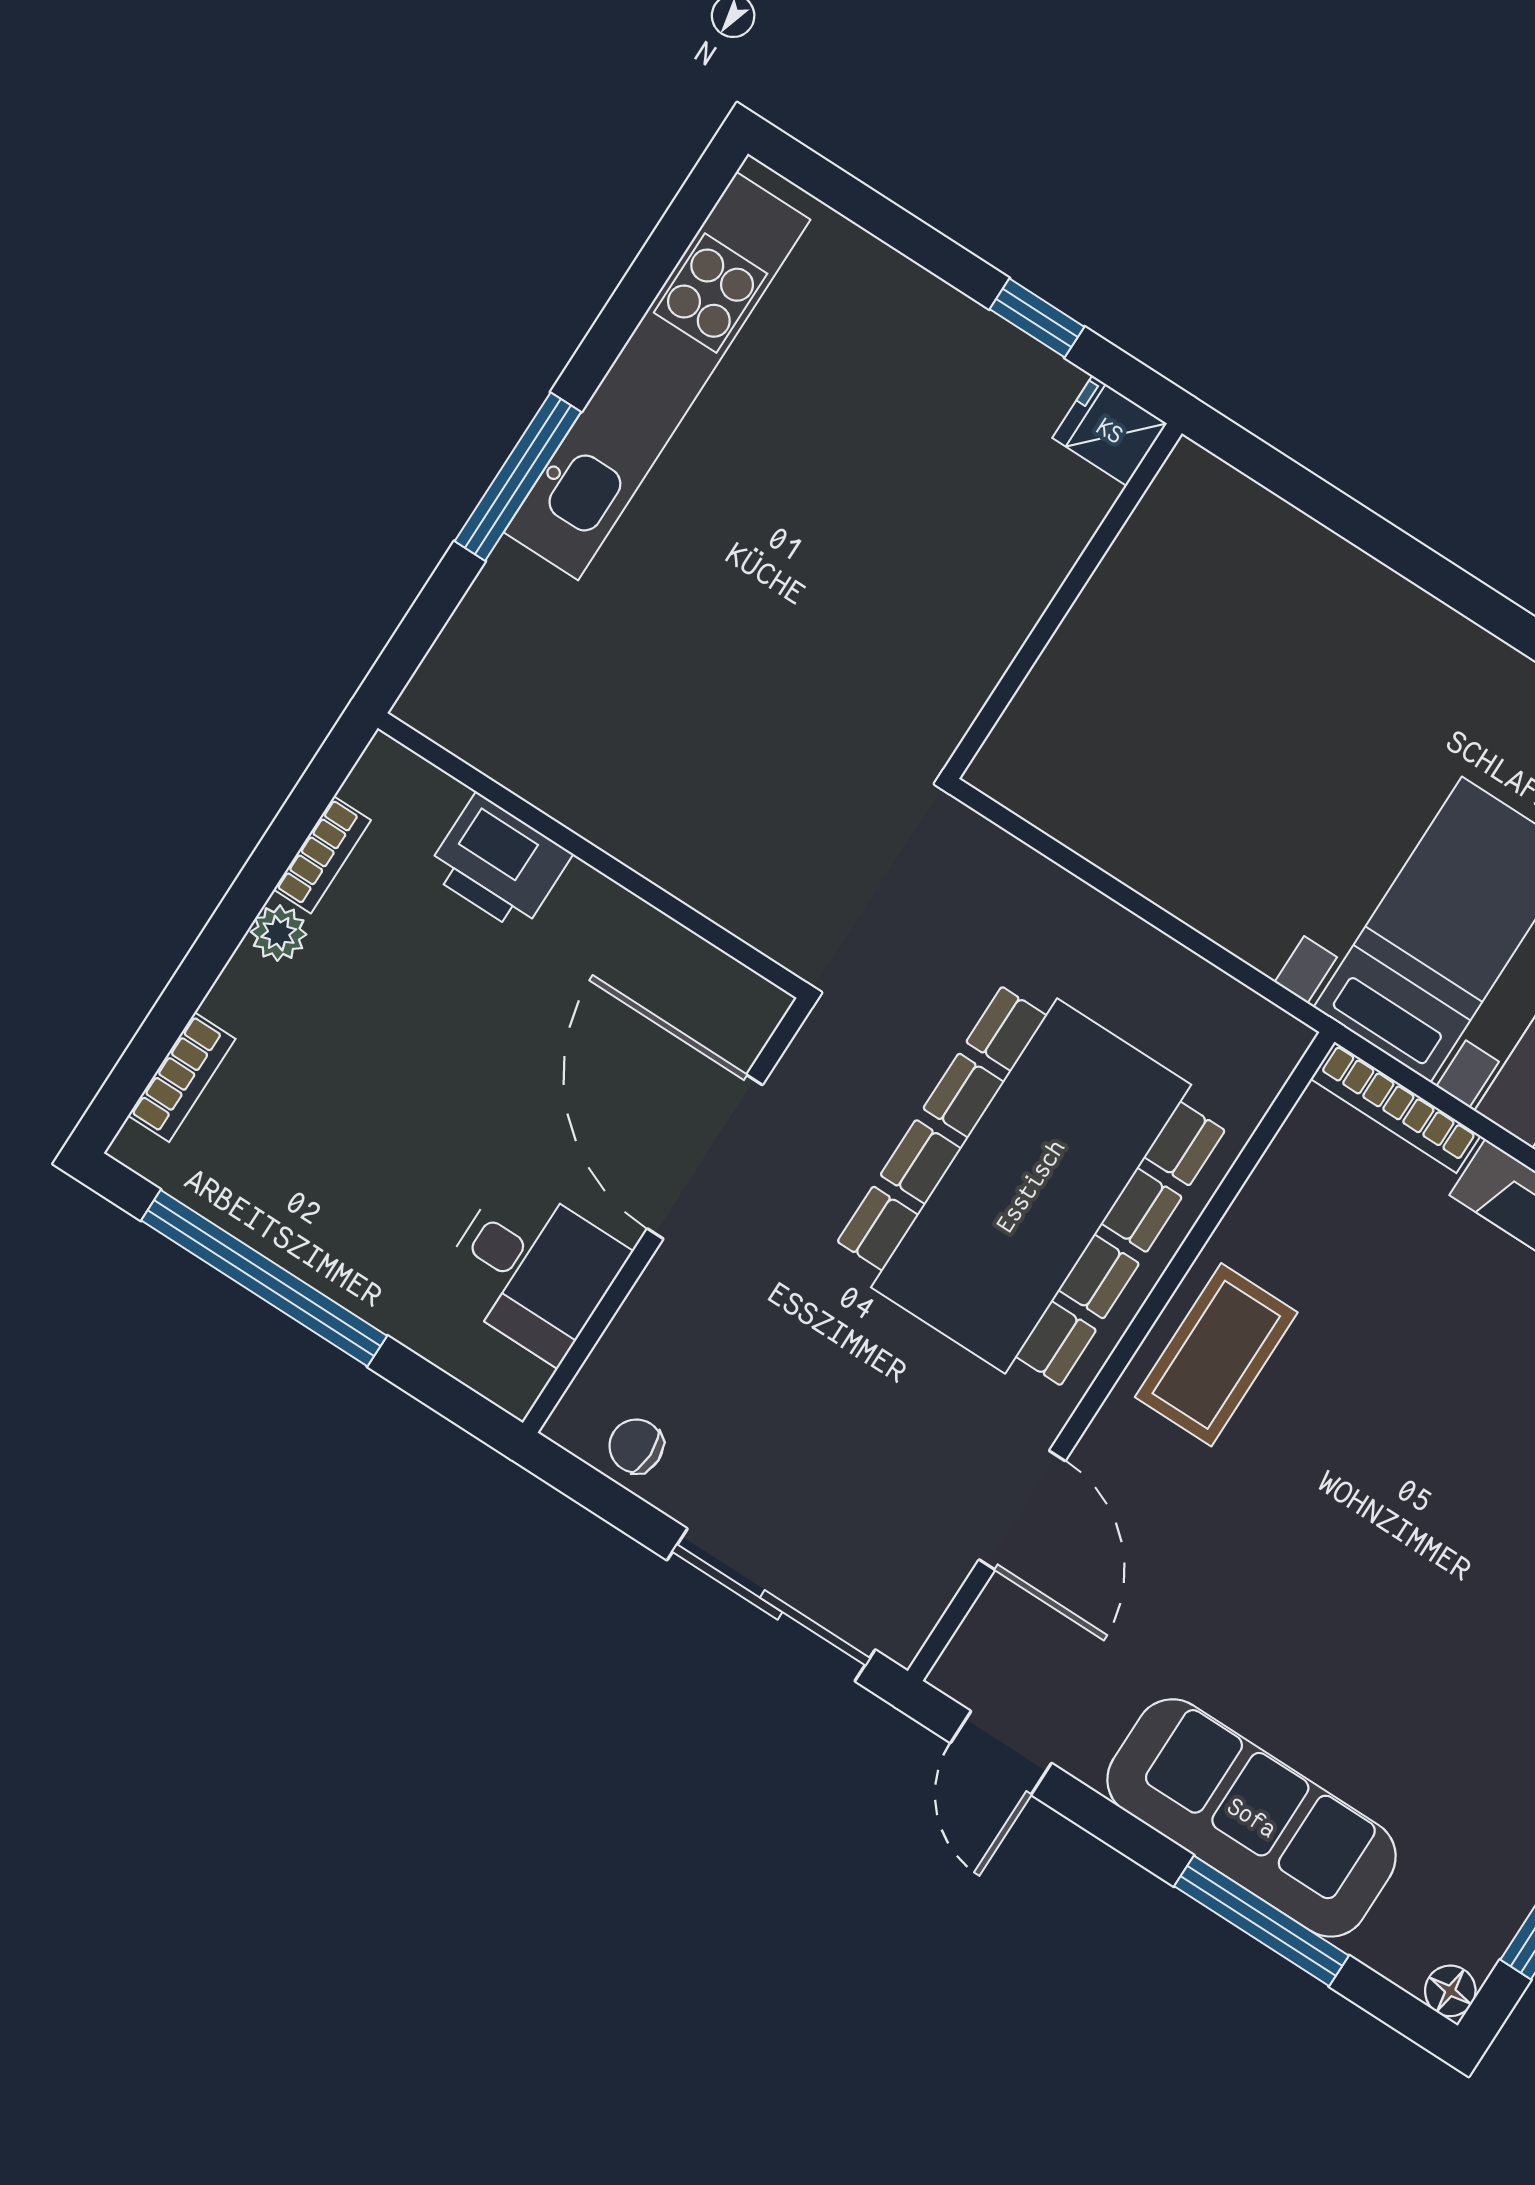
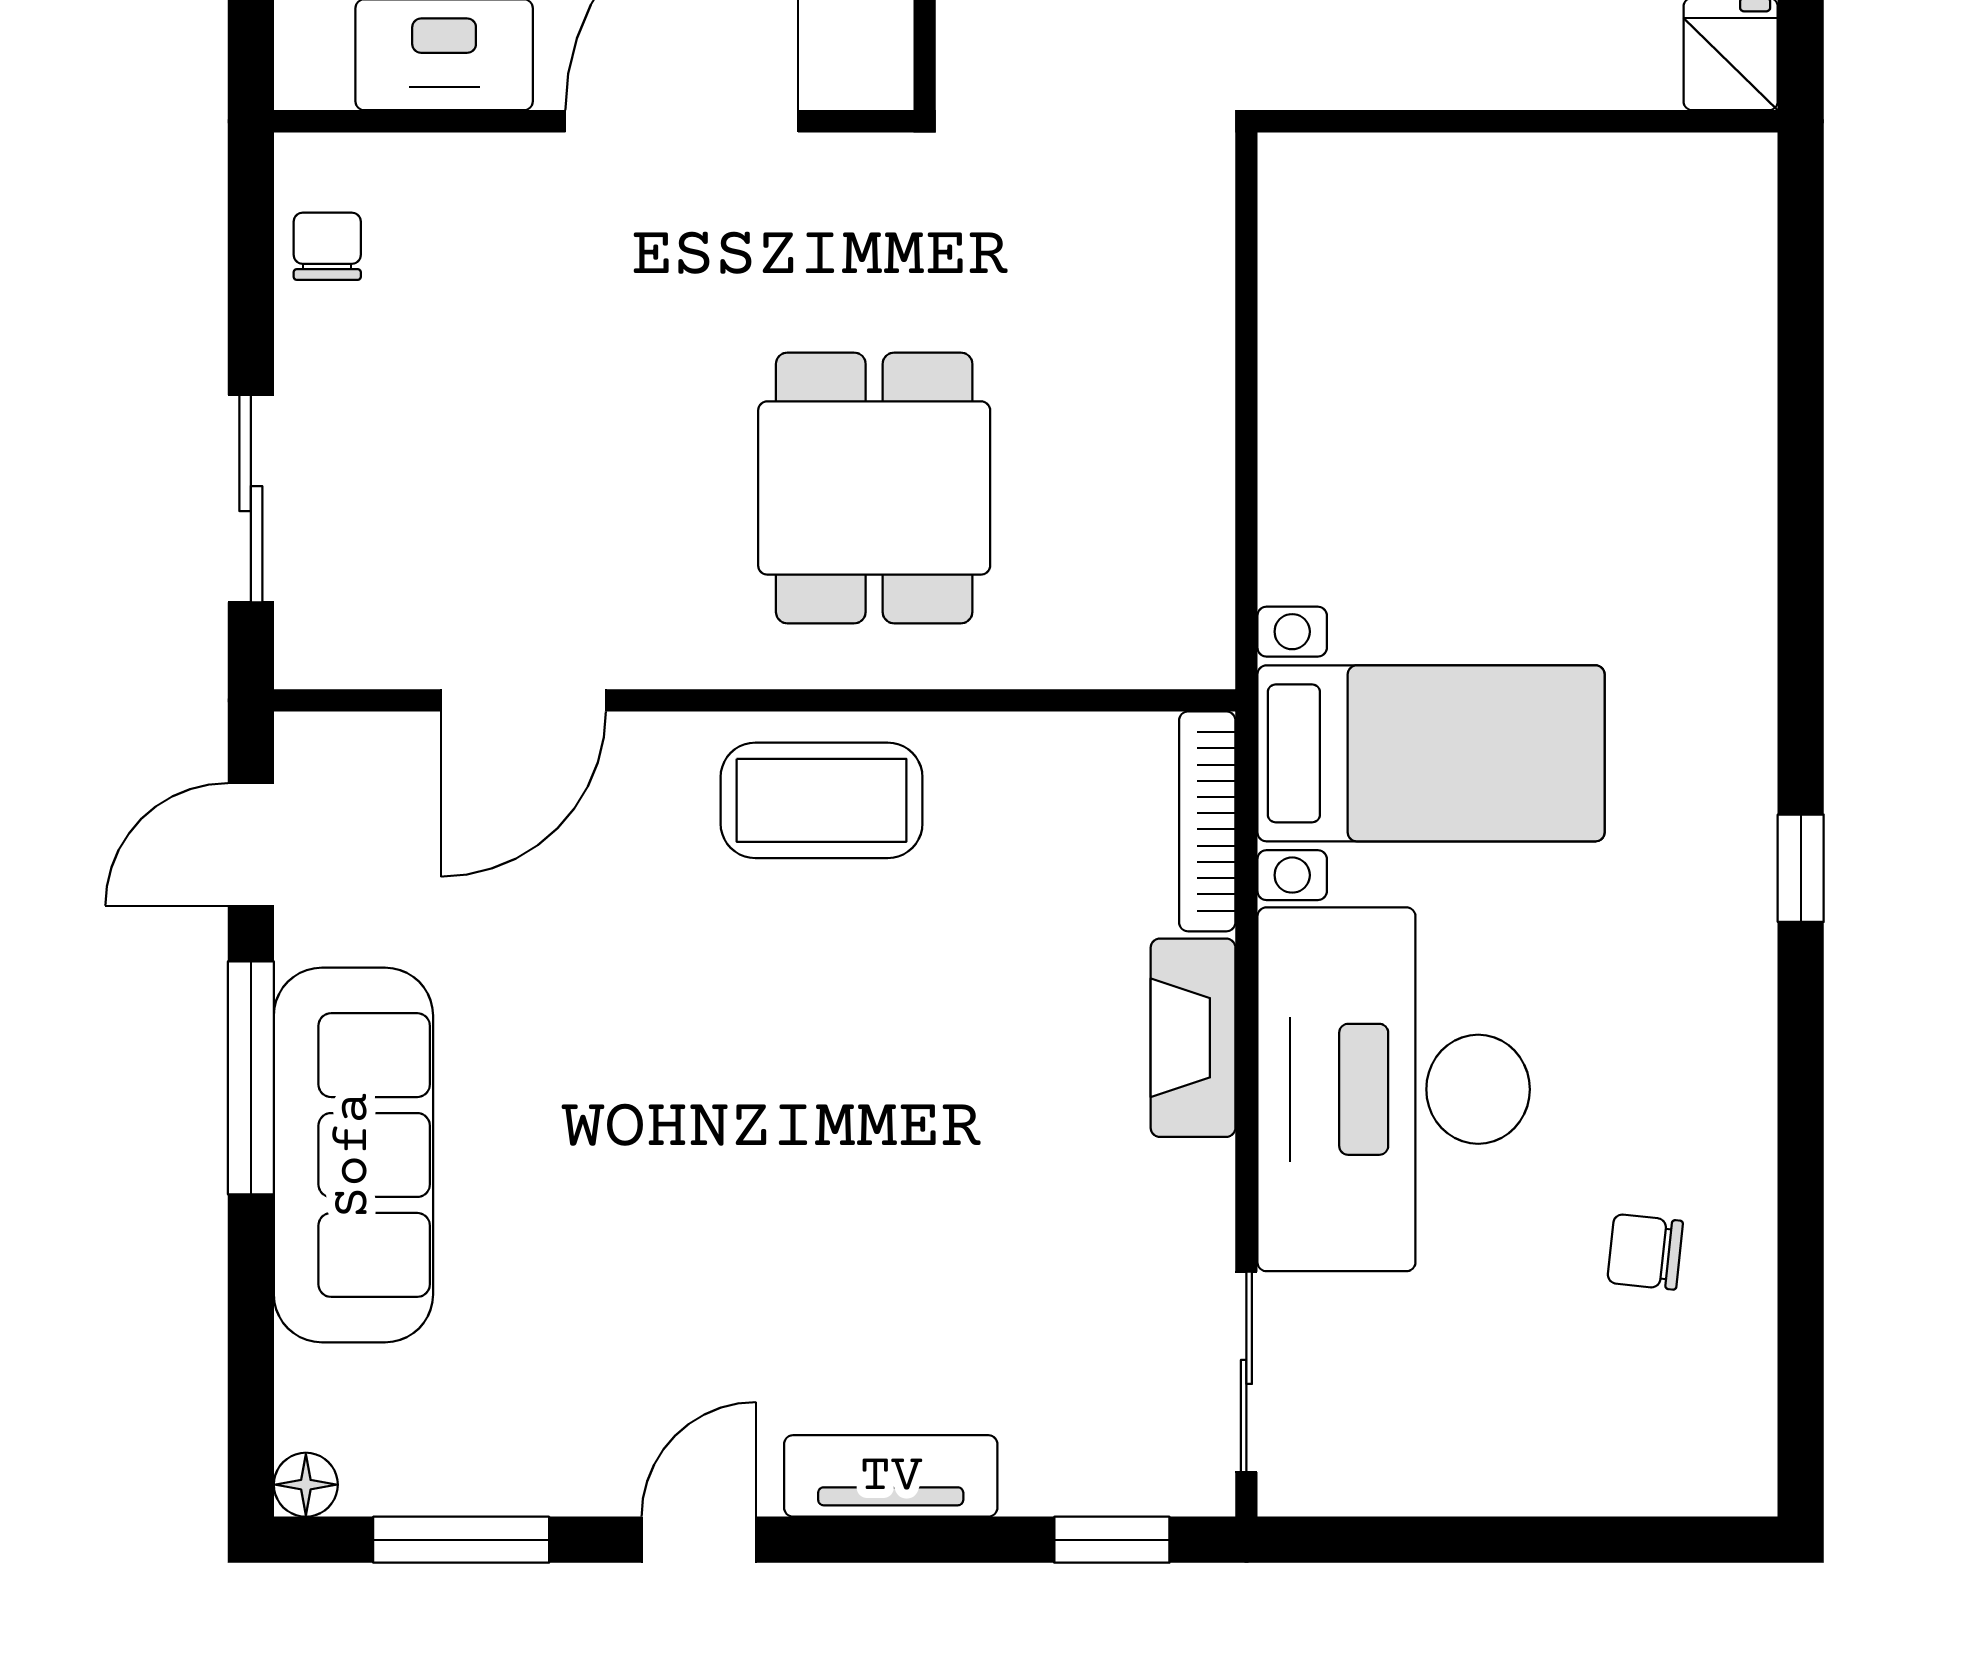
dining table: (1031, 1186) -> (874, 488), width x0.53, depth x0.80
sliding door: (771, 1605) -> (251, 499), width x0.73
window: (1262, 1921) -> (251, 1078), moved

